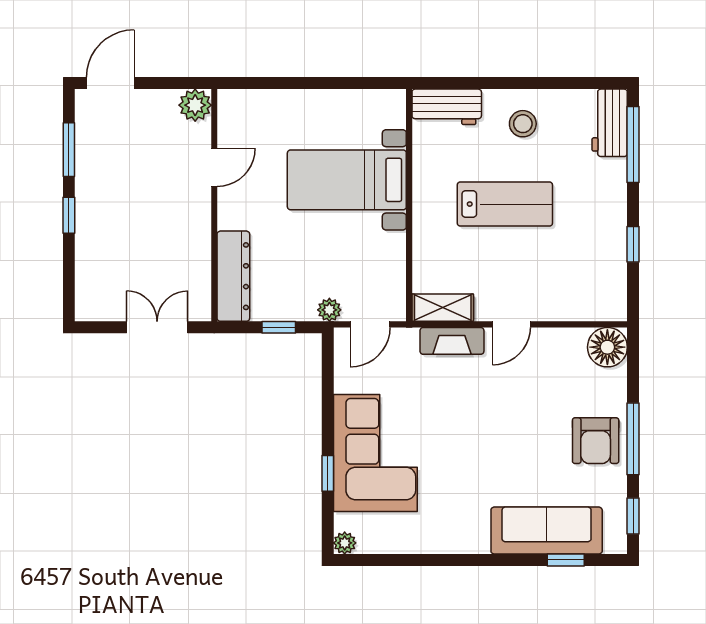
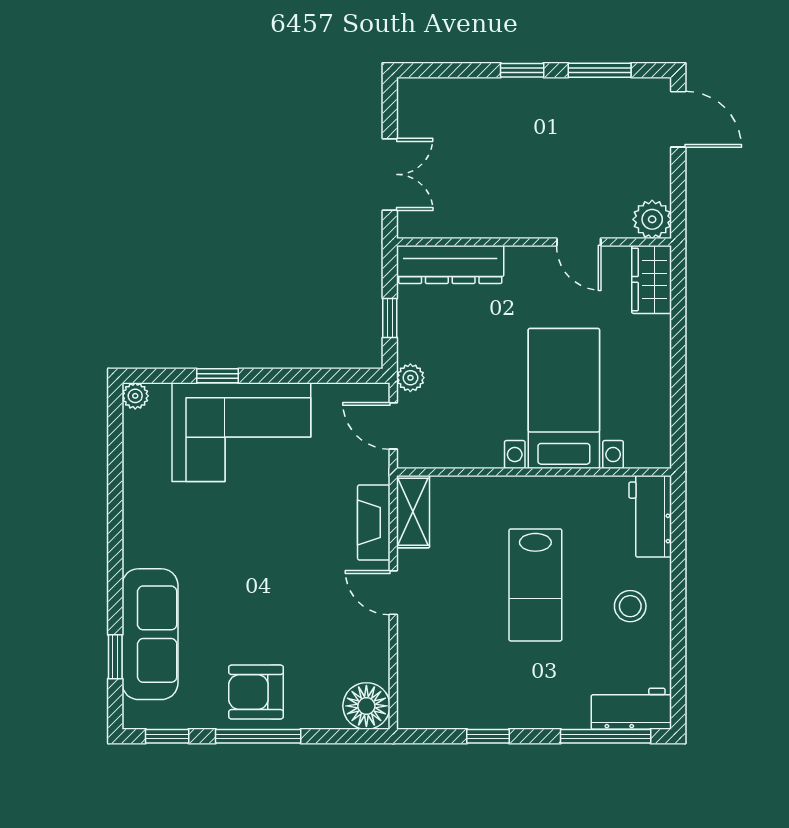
wardrobe: (246, 106) -> (652, 279), added

